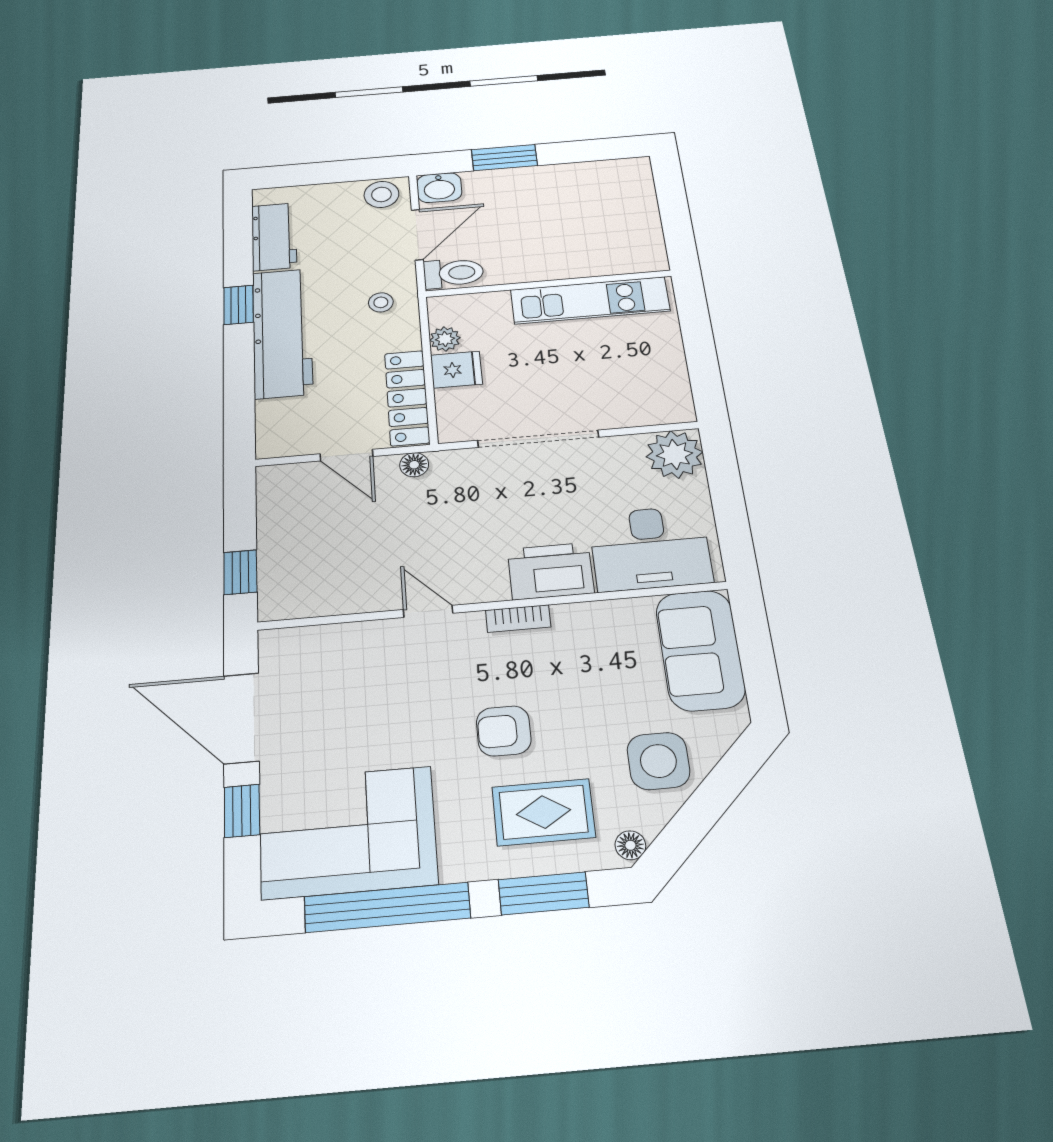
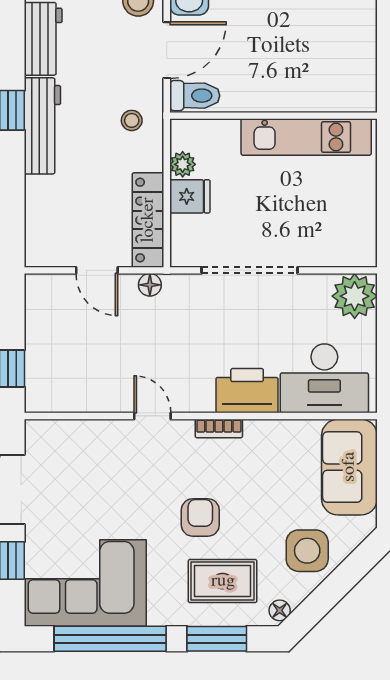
workbench: (282, 333) -> (42, 126), width x0.73, depth x0.76
armchair: (504, 731) -> (200, 517), turned 90

